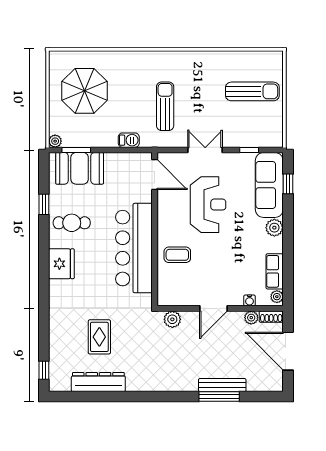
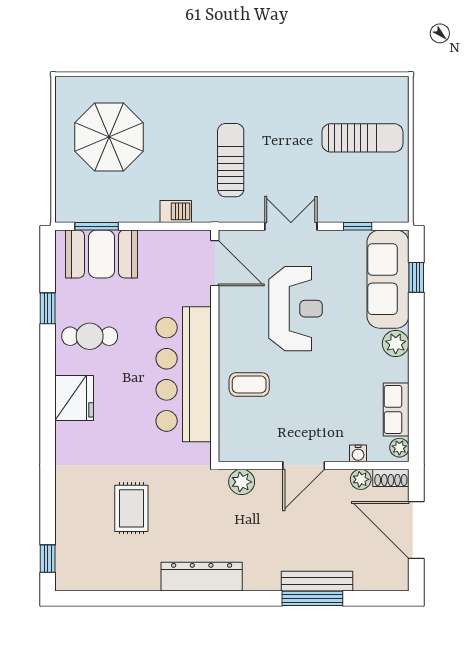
plant: (55, 141) -> (65, 213), removed
dresser: (98, 382) -> (202, 577), moved

